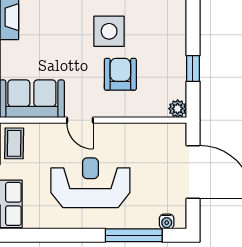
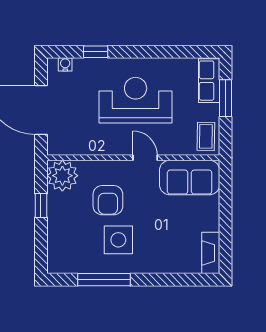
plant: (178, 109) -> (62, 176), width x1.88, depth x1.88
reception desk: (90, 183) -> (136, 100), turned 180
window: (134, 235) -> (96, 52), width x0.46

